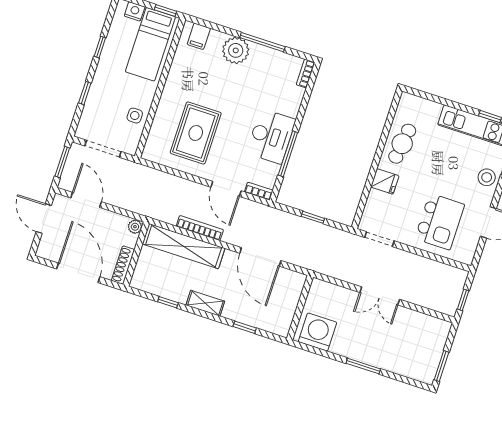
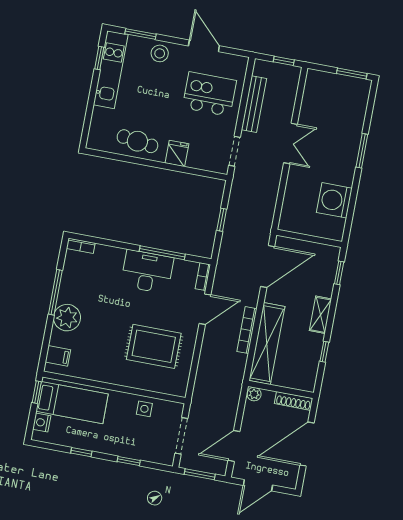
bench: (424, 265) -> (254, 104), added
wall: (300, 308) -> (309, 238), moved

